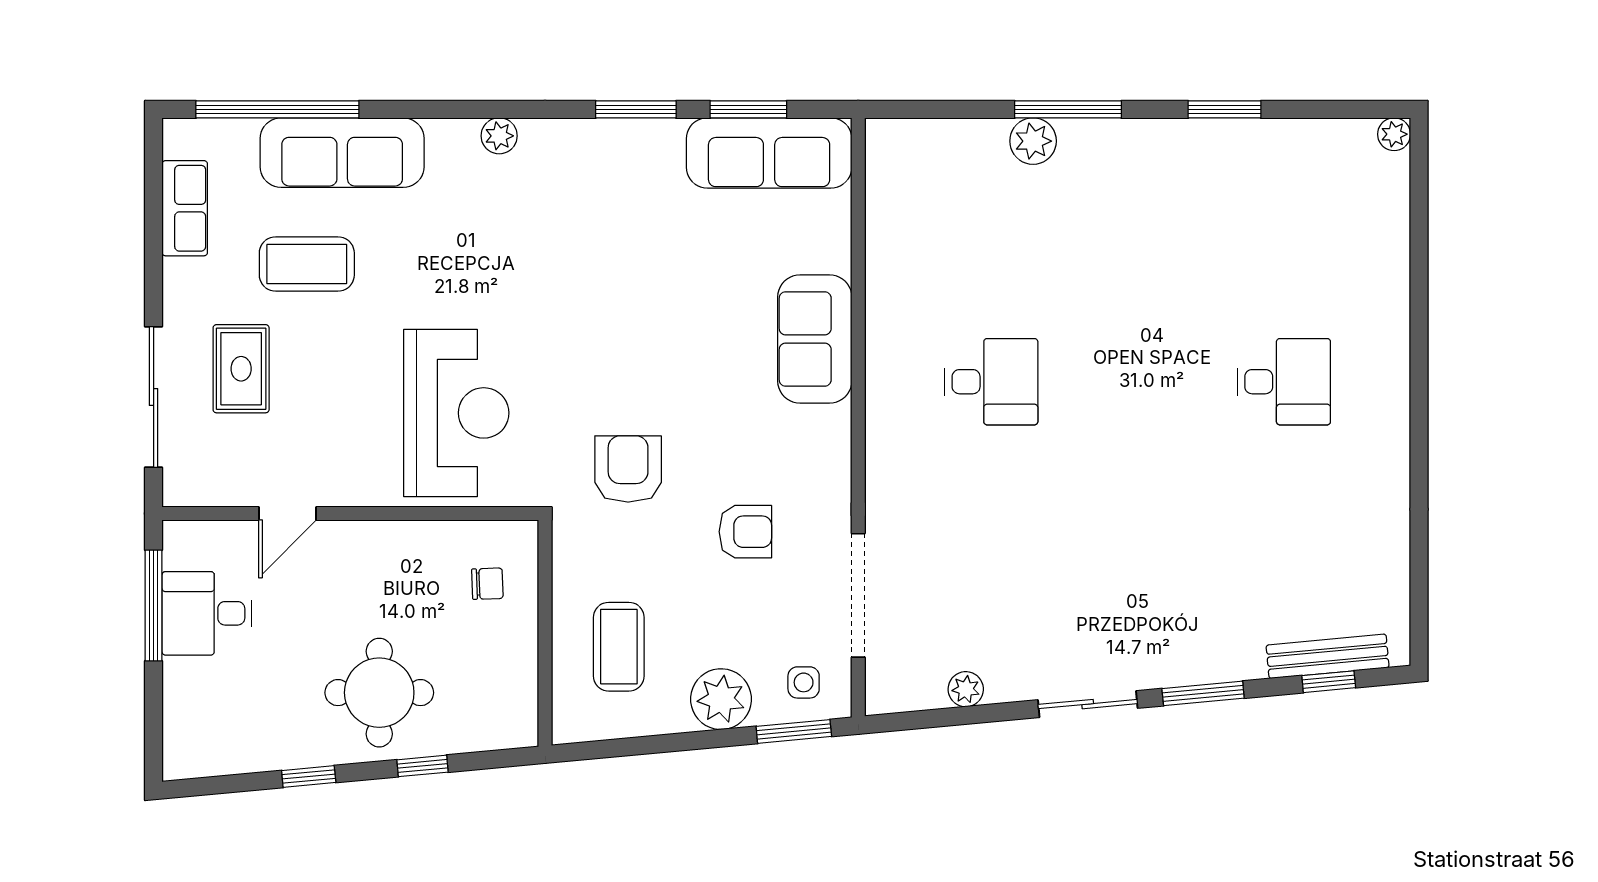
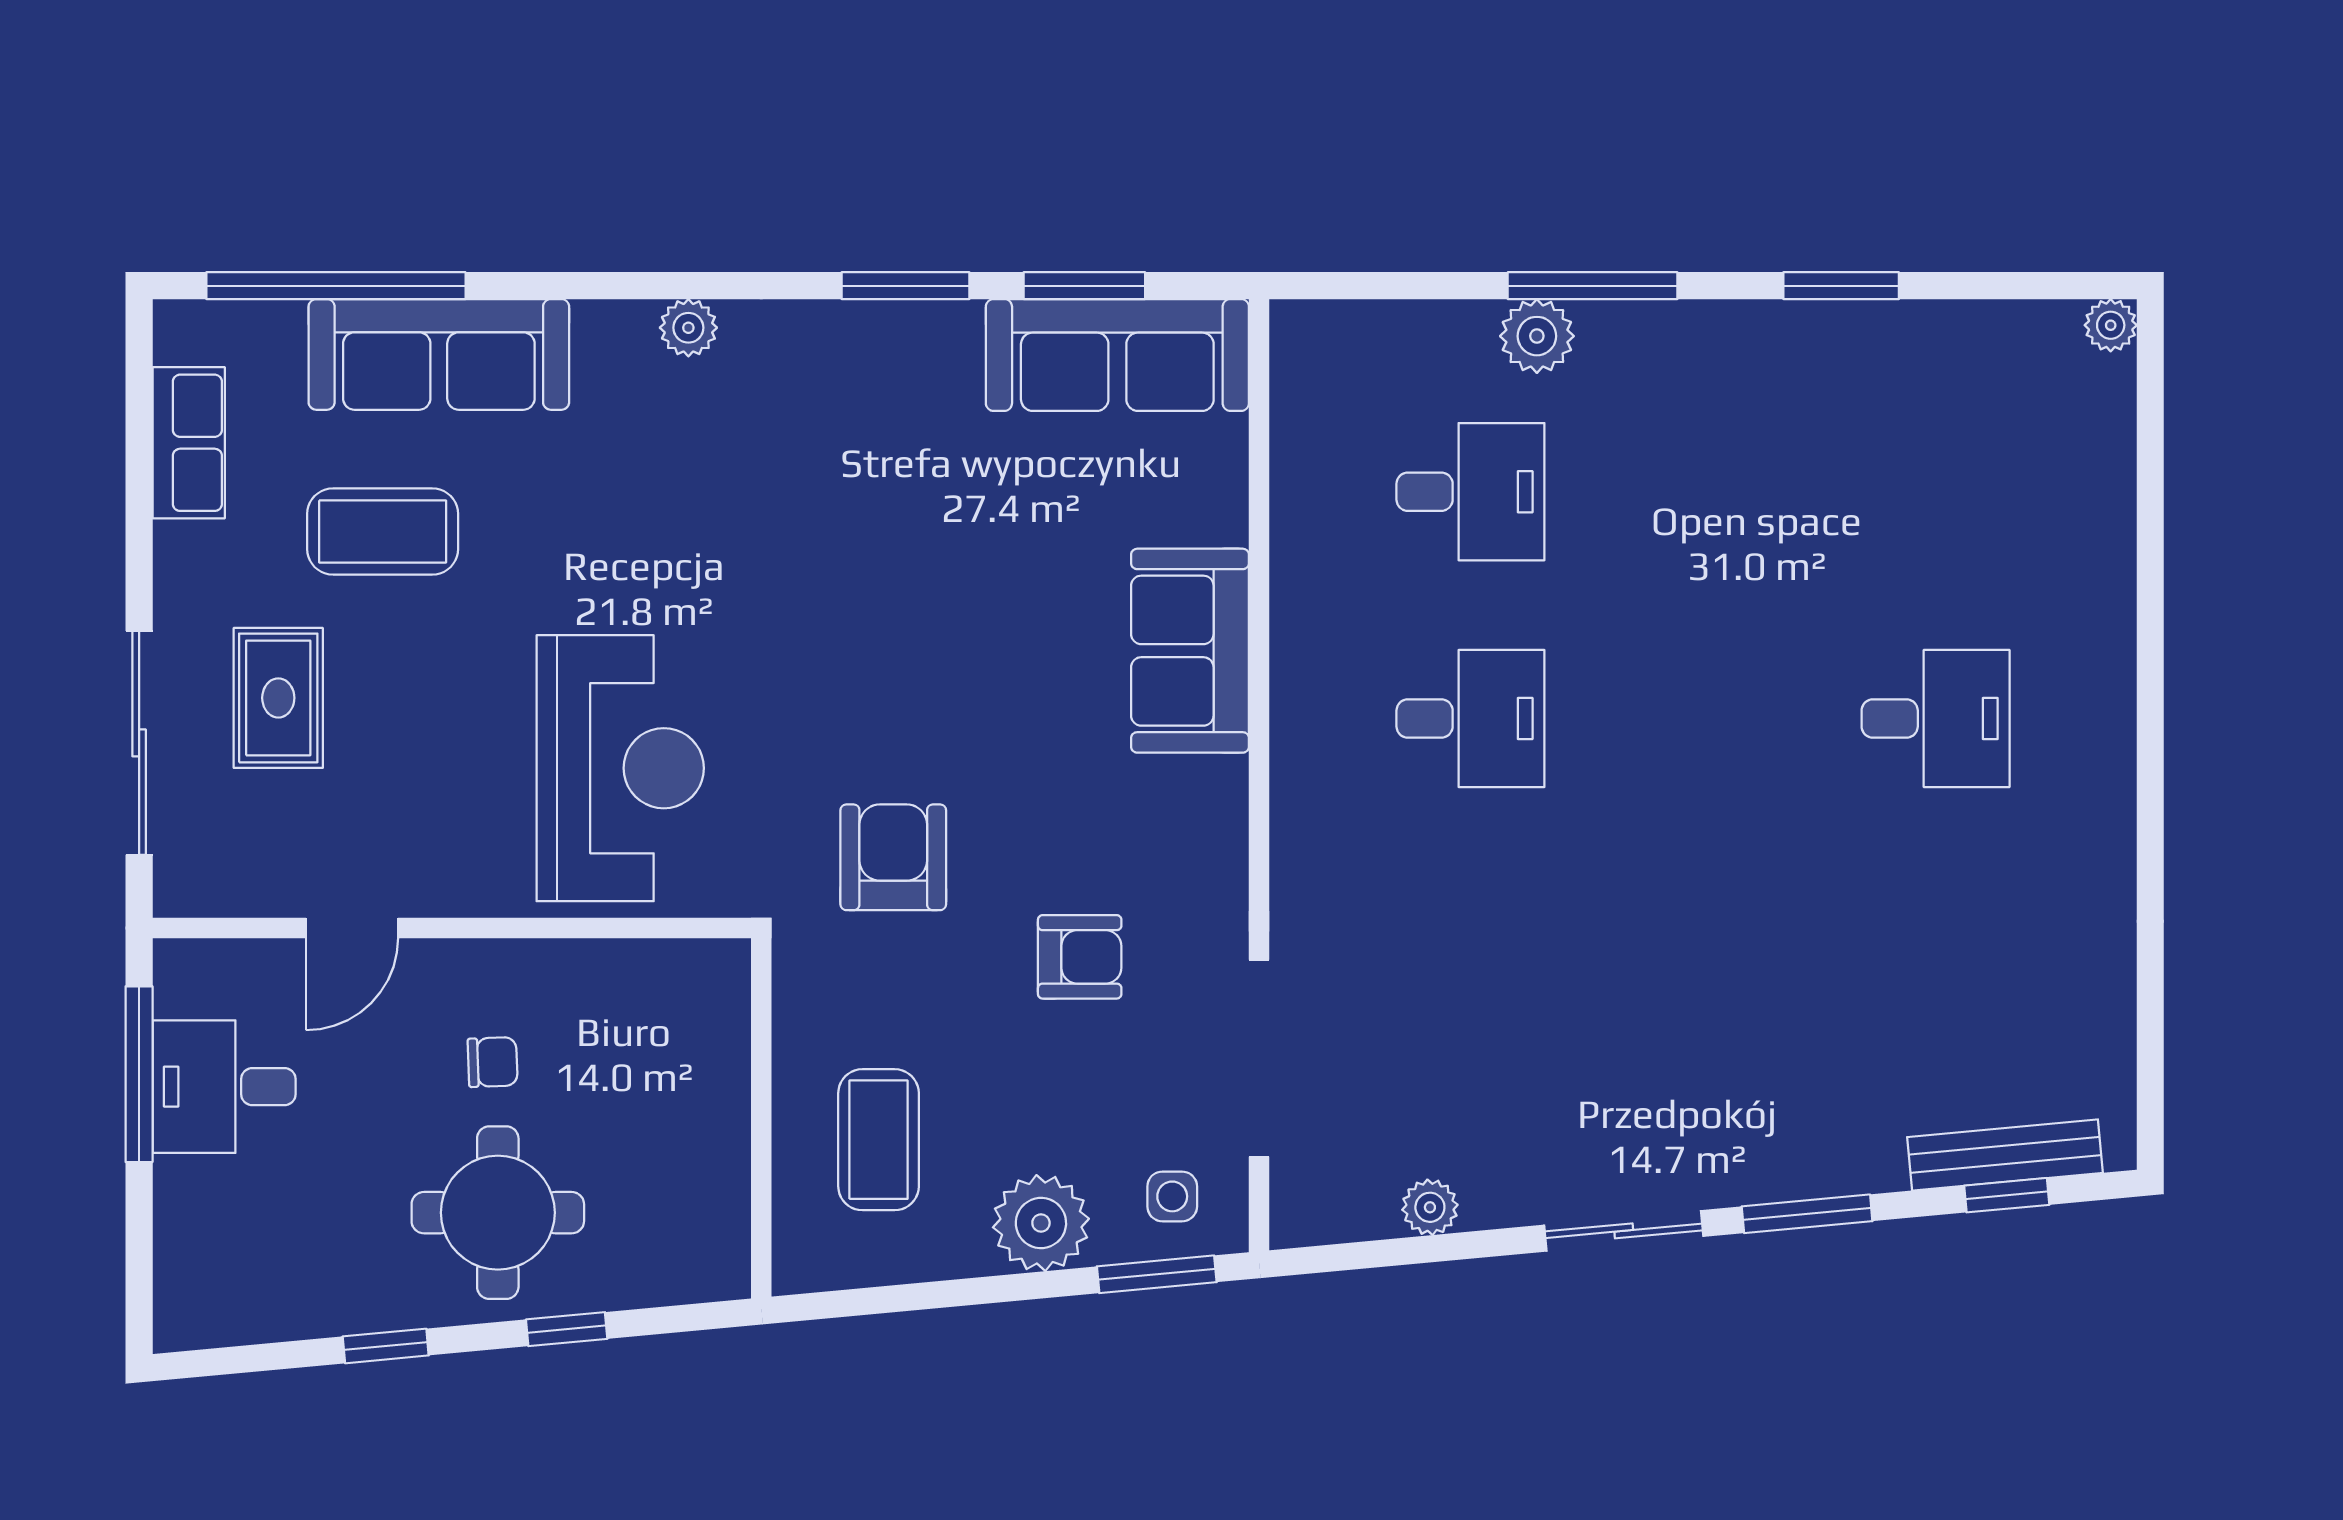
desk: (991, 239) -> (1470, 492), added
chair: (487, 584) -> (493, 1062), moved

